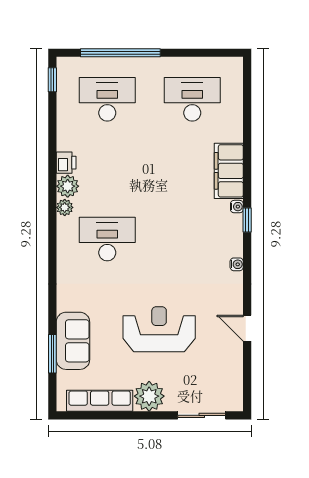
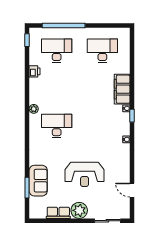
printer: (66, 163) -> (35, 71), moved
plant: (68, 186) -> (35, 97), removed
door: (247, 328) -> (132, 190), moved
reception desk: (159, 329) -> (85, 174), turned 180
row of seats: (100, 401) -> (58, 213), width x0.68

